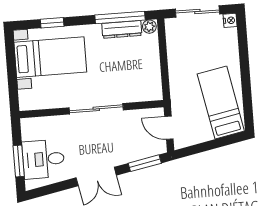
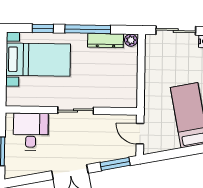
window: (120, 17) -> (88, 29), moved
sliding door: (96, 109) -> (76, 110), width x0.73
desk: (43, 159) -> (31, 132), moved, turned 90

